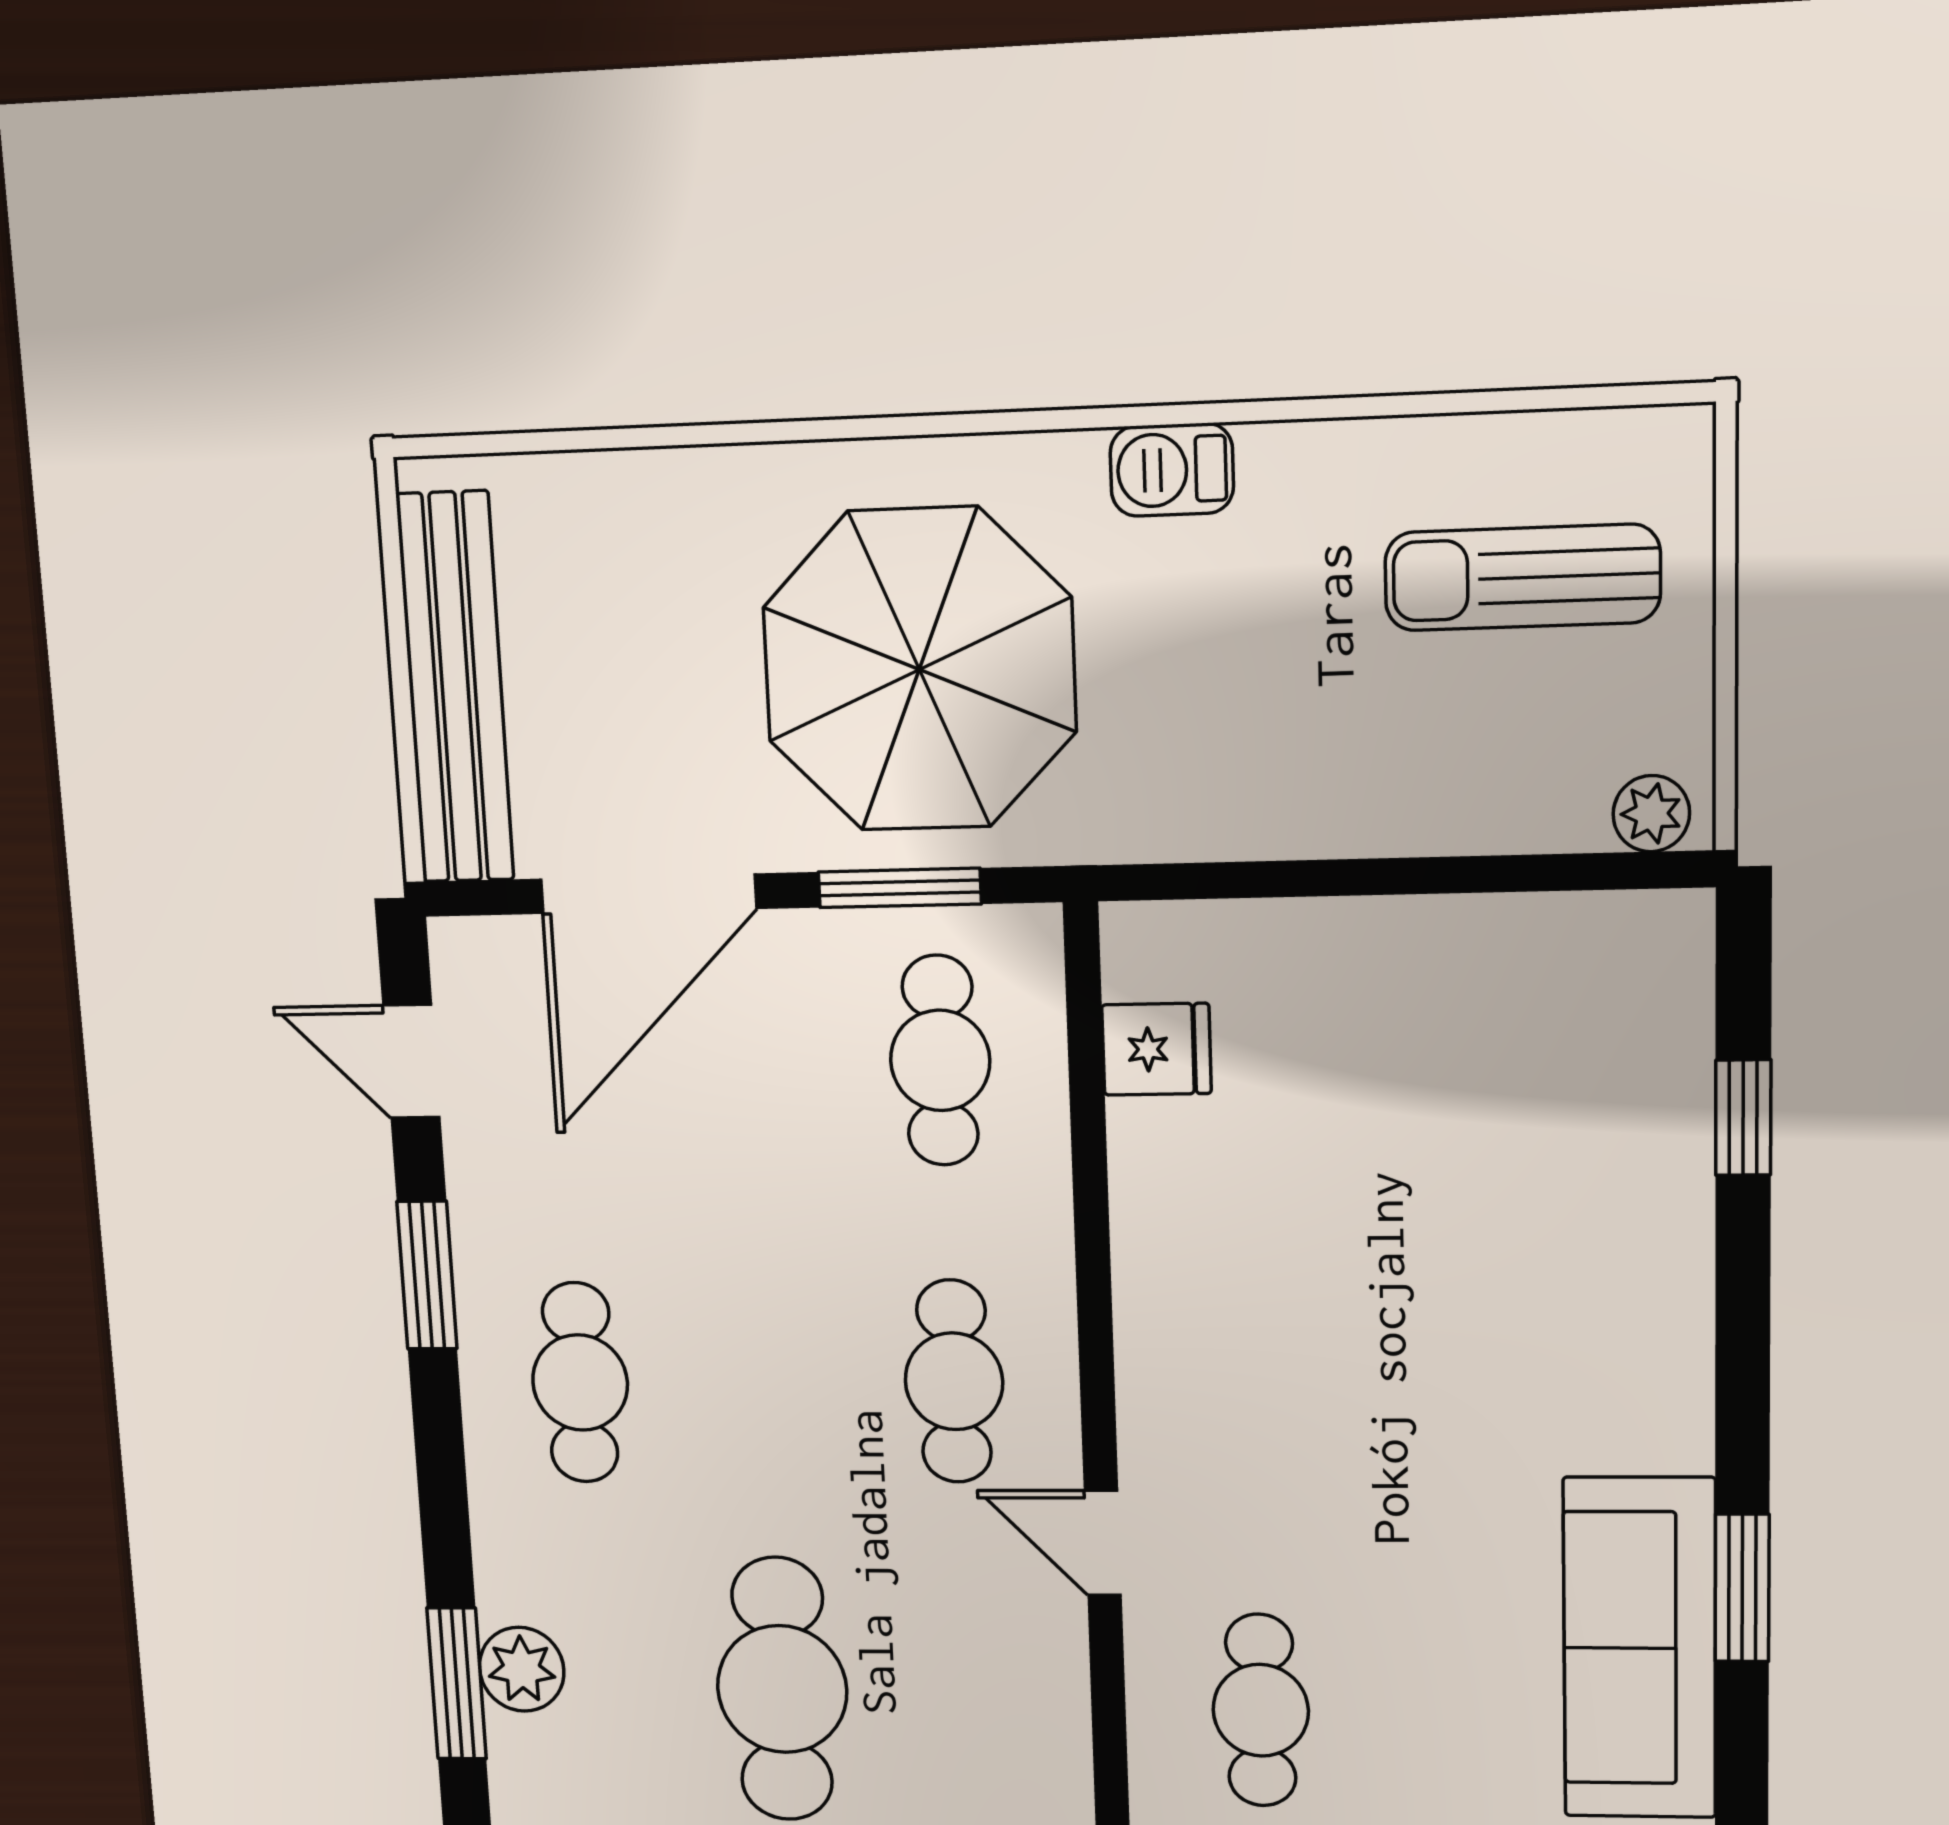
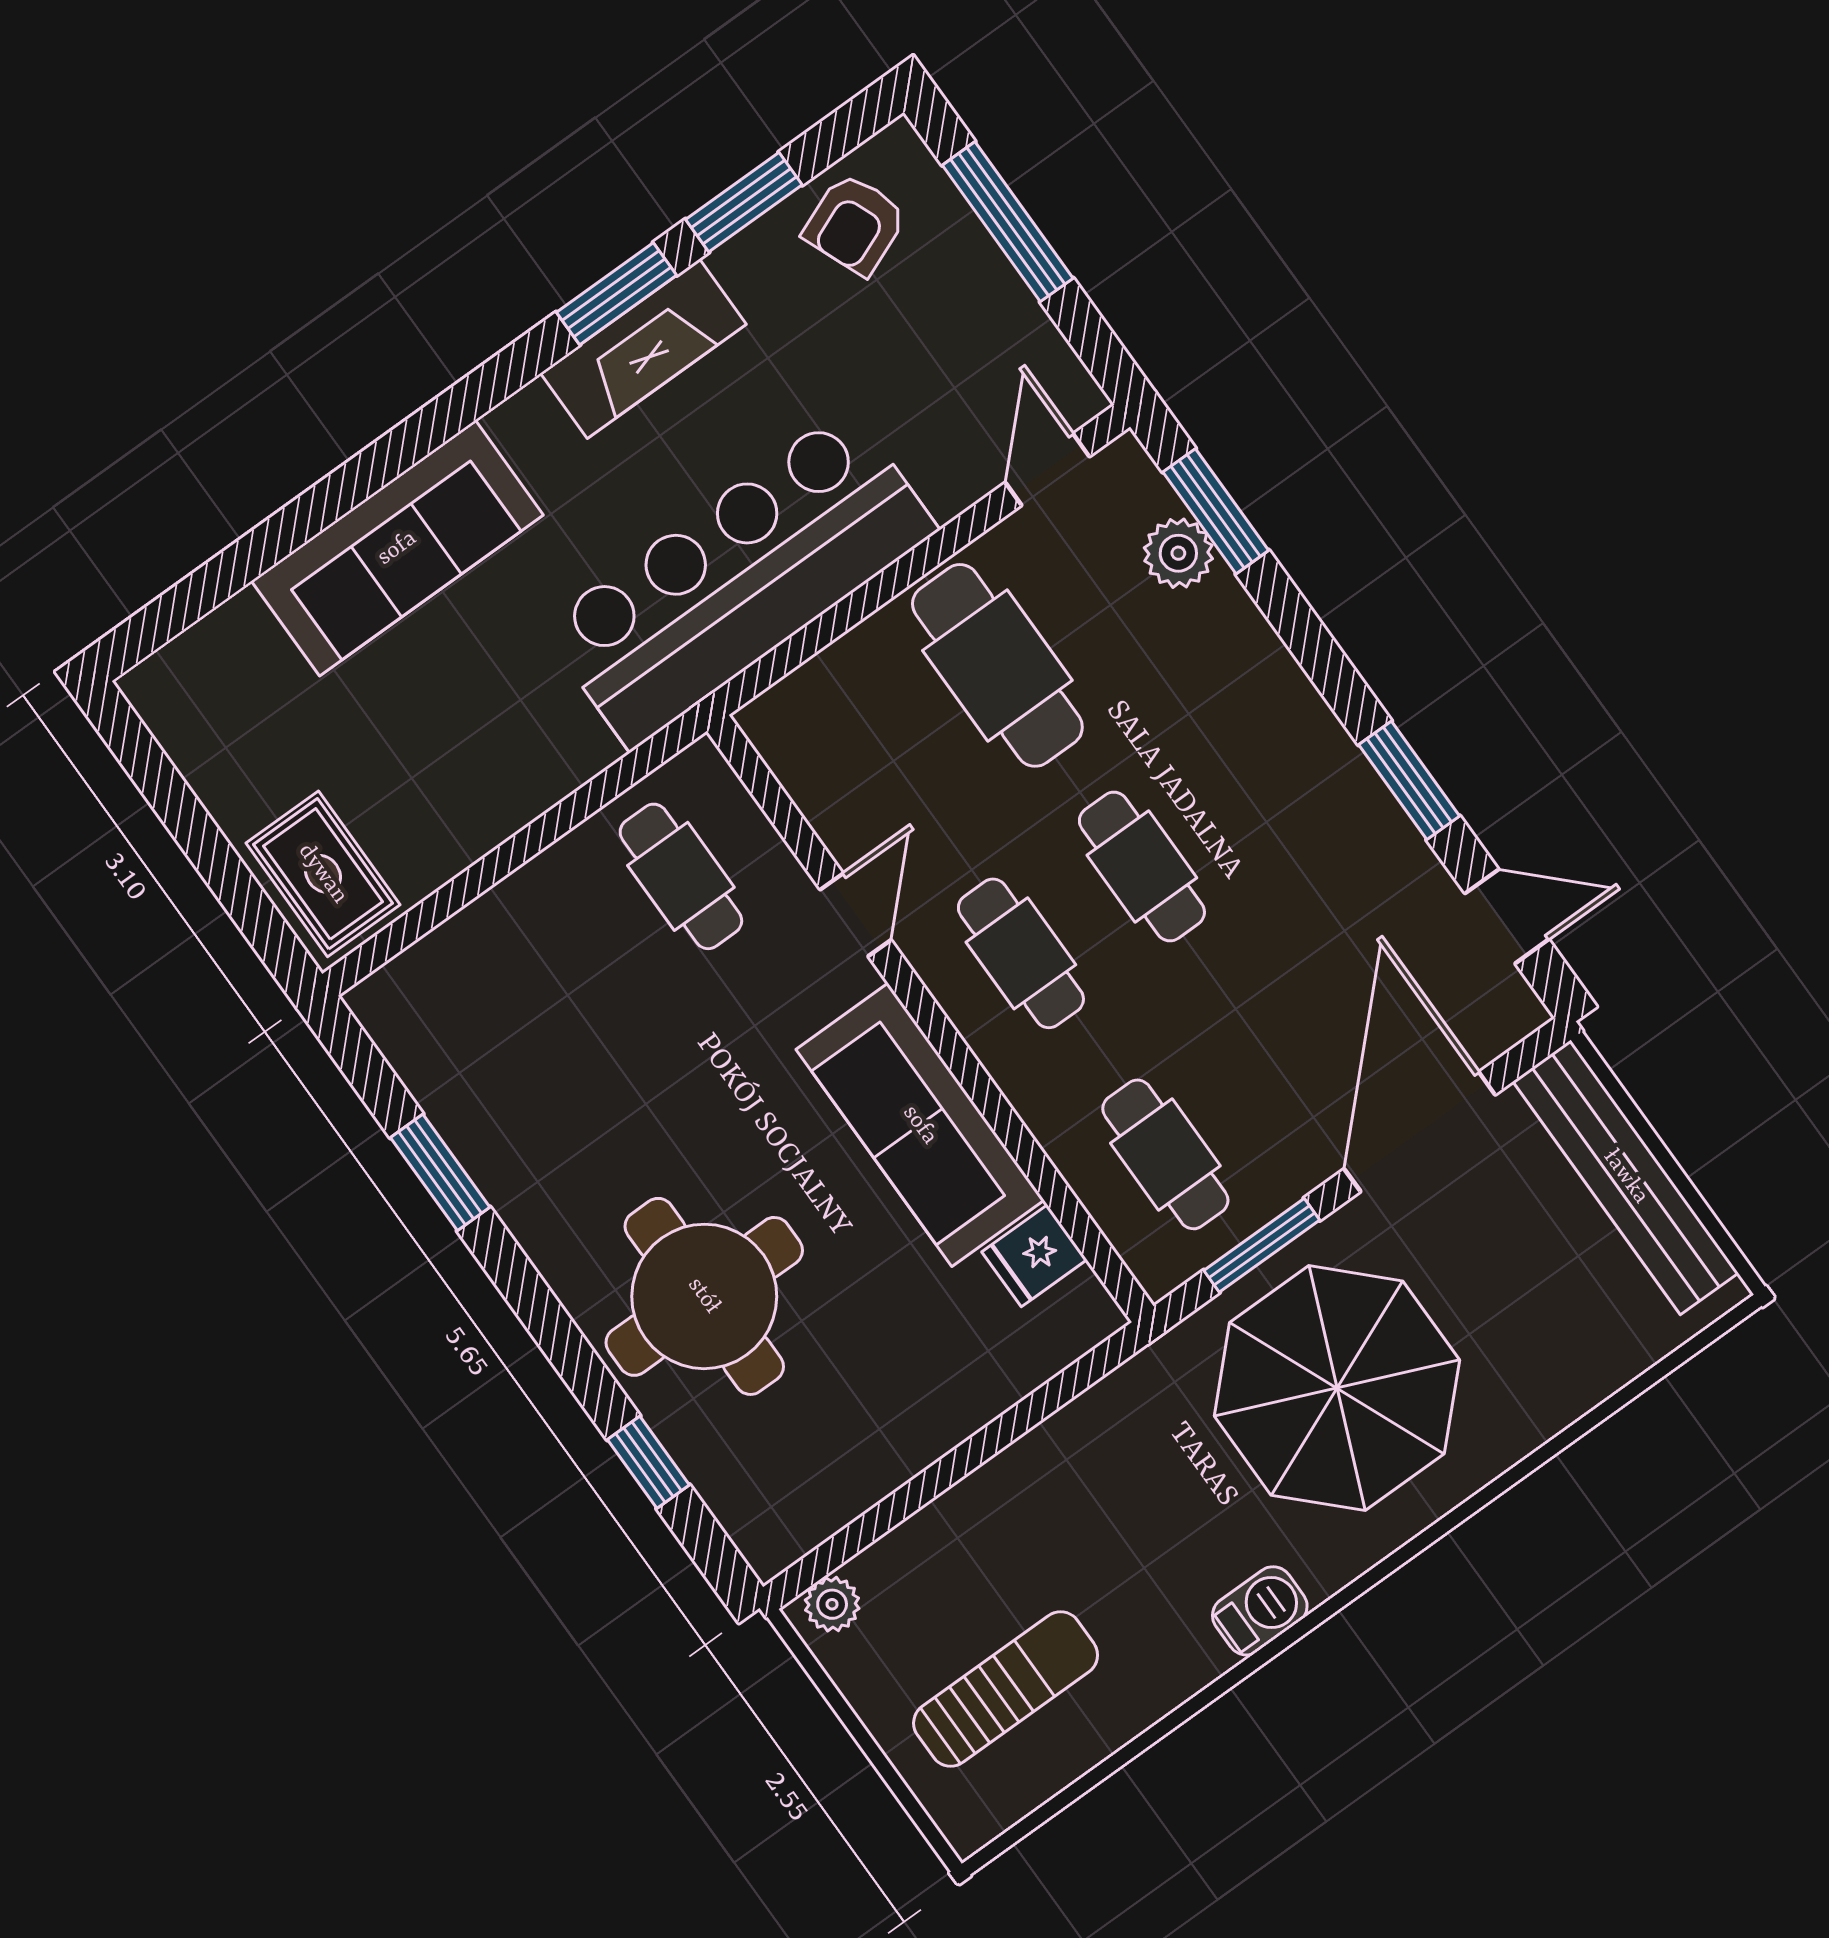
round table: (1550, 1256) -> (704, 1296), added
cafe table: (580, 1383) -> (1142, 867), moved
door: (1103, 1543) -> (856, 915), hinge flipped
sofa: (1640, 1648) -> (920, 1125), moved, turned 180

